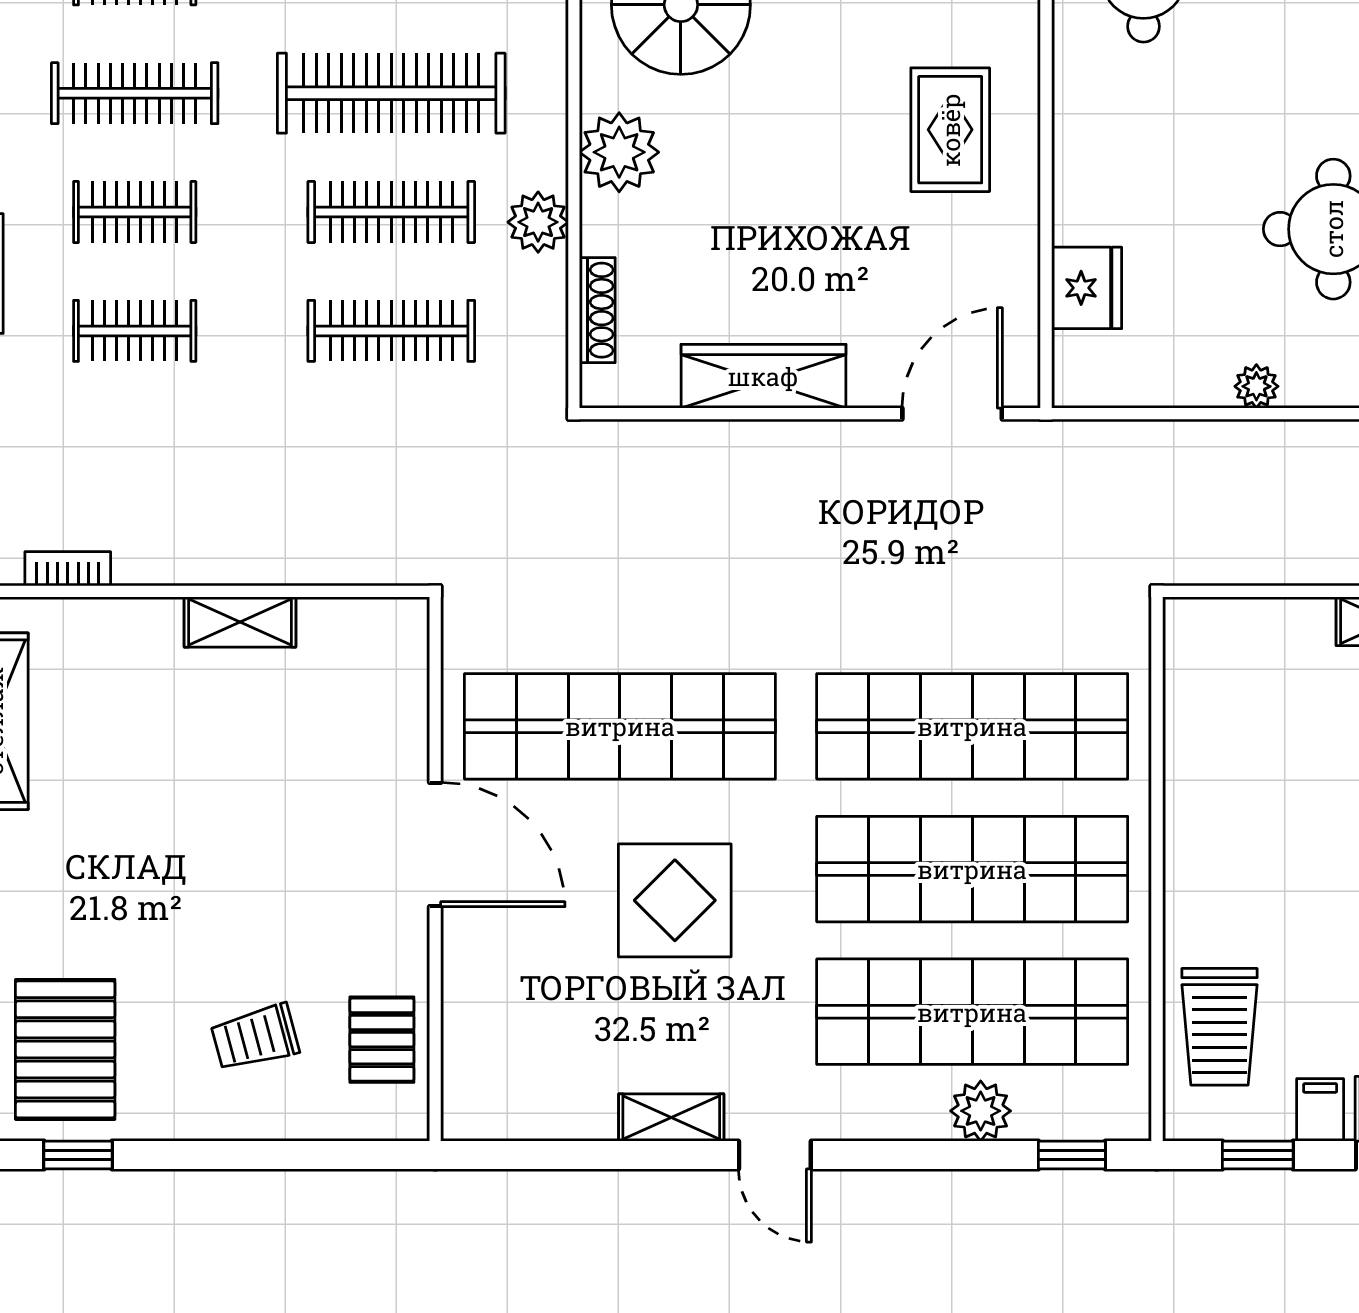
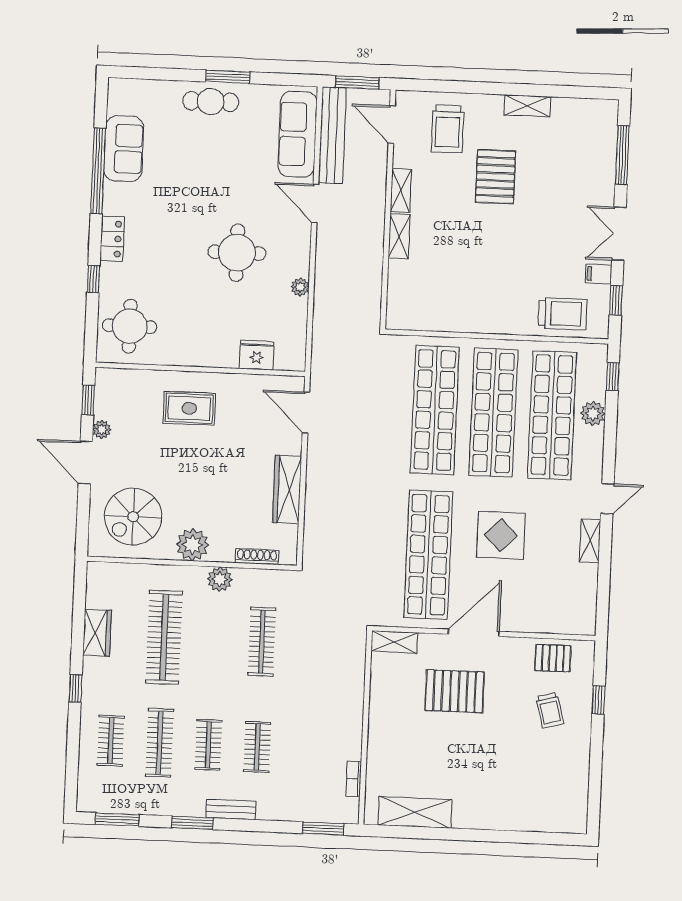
clothes rail: (391, 212) -> (213, 639), removed
shelving: (240, 622) -> (394, 642), moved, turned 90
pallet: (65, 1049) -> (455, 691), moved
window: (78, 1155) -> (599, 700), moved

